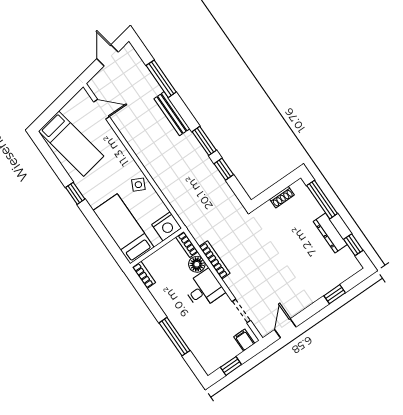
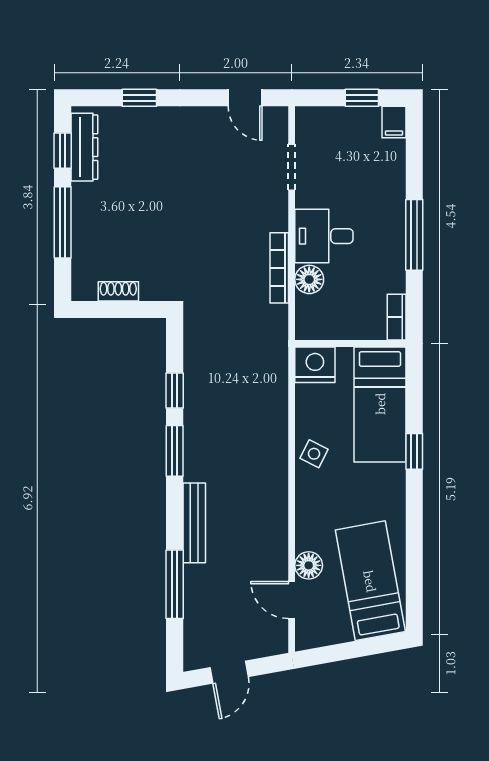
floor lamp: (105, 131) -> (309, 565), added
window: (75, 193) -> (414, 451), moved
window: (322, 200) -> (63, 222), moved
dresser: (330, 233) -> (84, 147), moved
bookcase: (187, 245) -> (304, 318), removed
door: (285, 328) -> (245, 98), hinge flipped
window: (175, 337) -> (414, 235), moved
filing cabinet: (244, 340) -> (394, 122), moved

